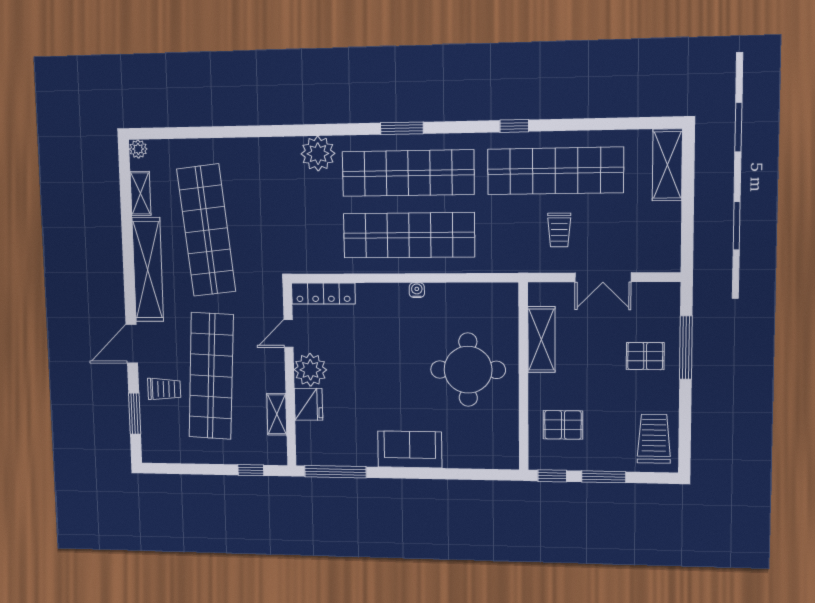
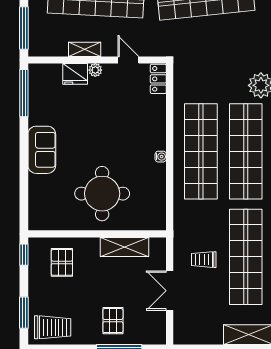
locker: (323, 294) -> (158, 79), width x0.66
plant: (310, 370) -> (95, 70), width x0.53, depth x0.53
shelving: (277, 414) -> (85, 49), moved
window: (251, 470) -> (24, 28), width x2.17
window: (604, 477) -> (24, 313), moved

